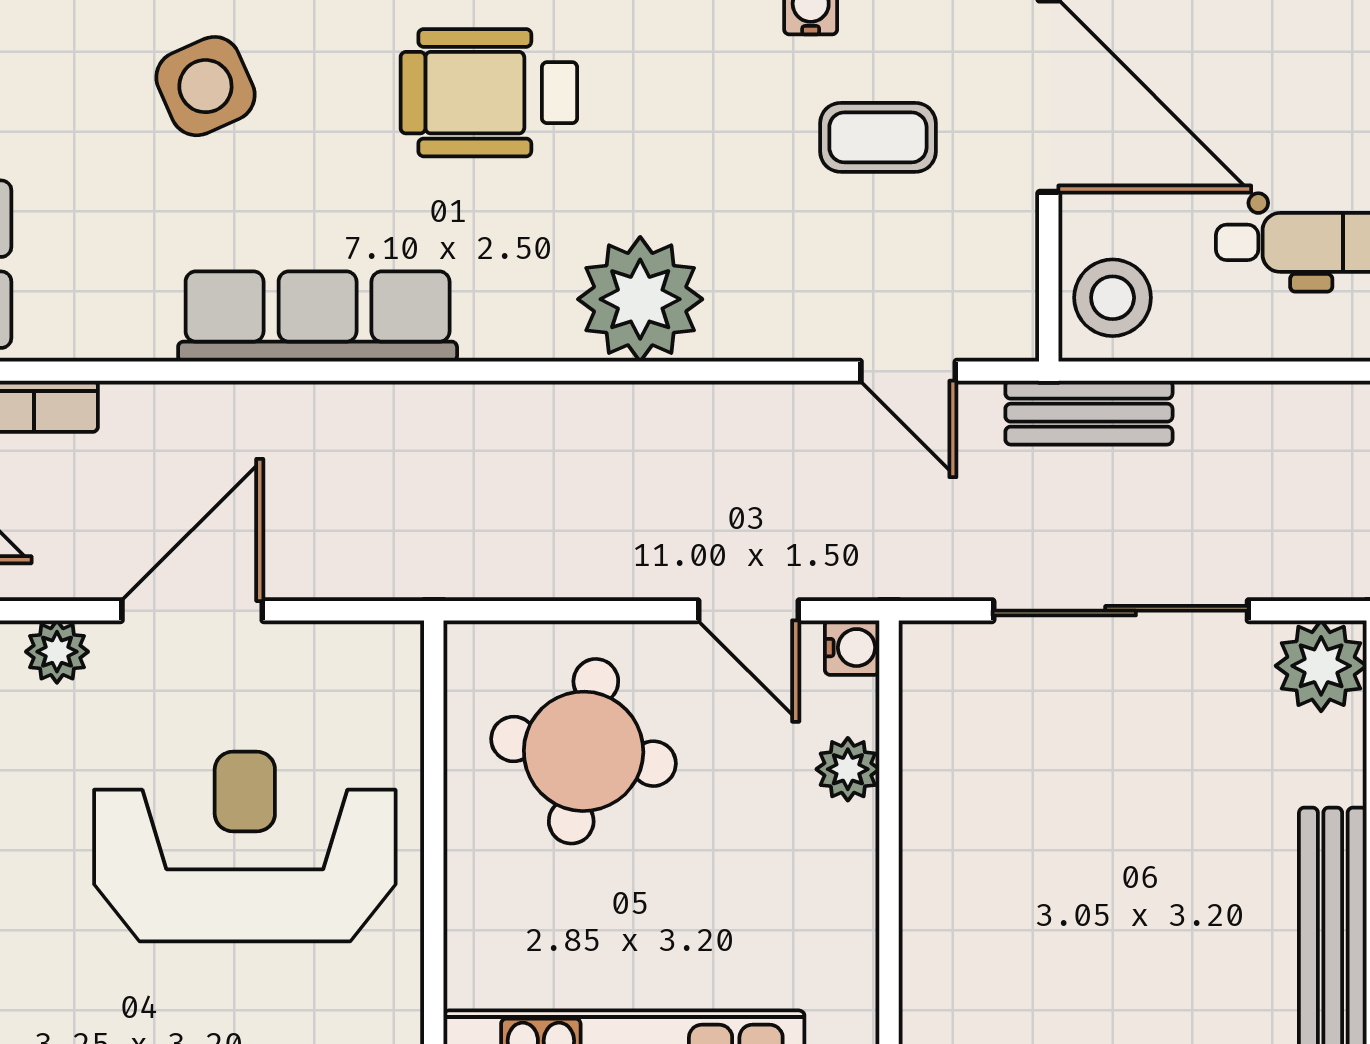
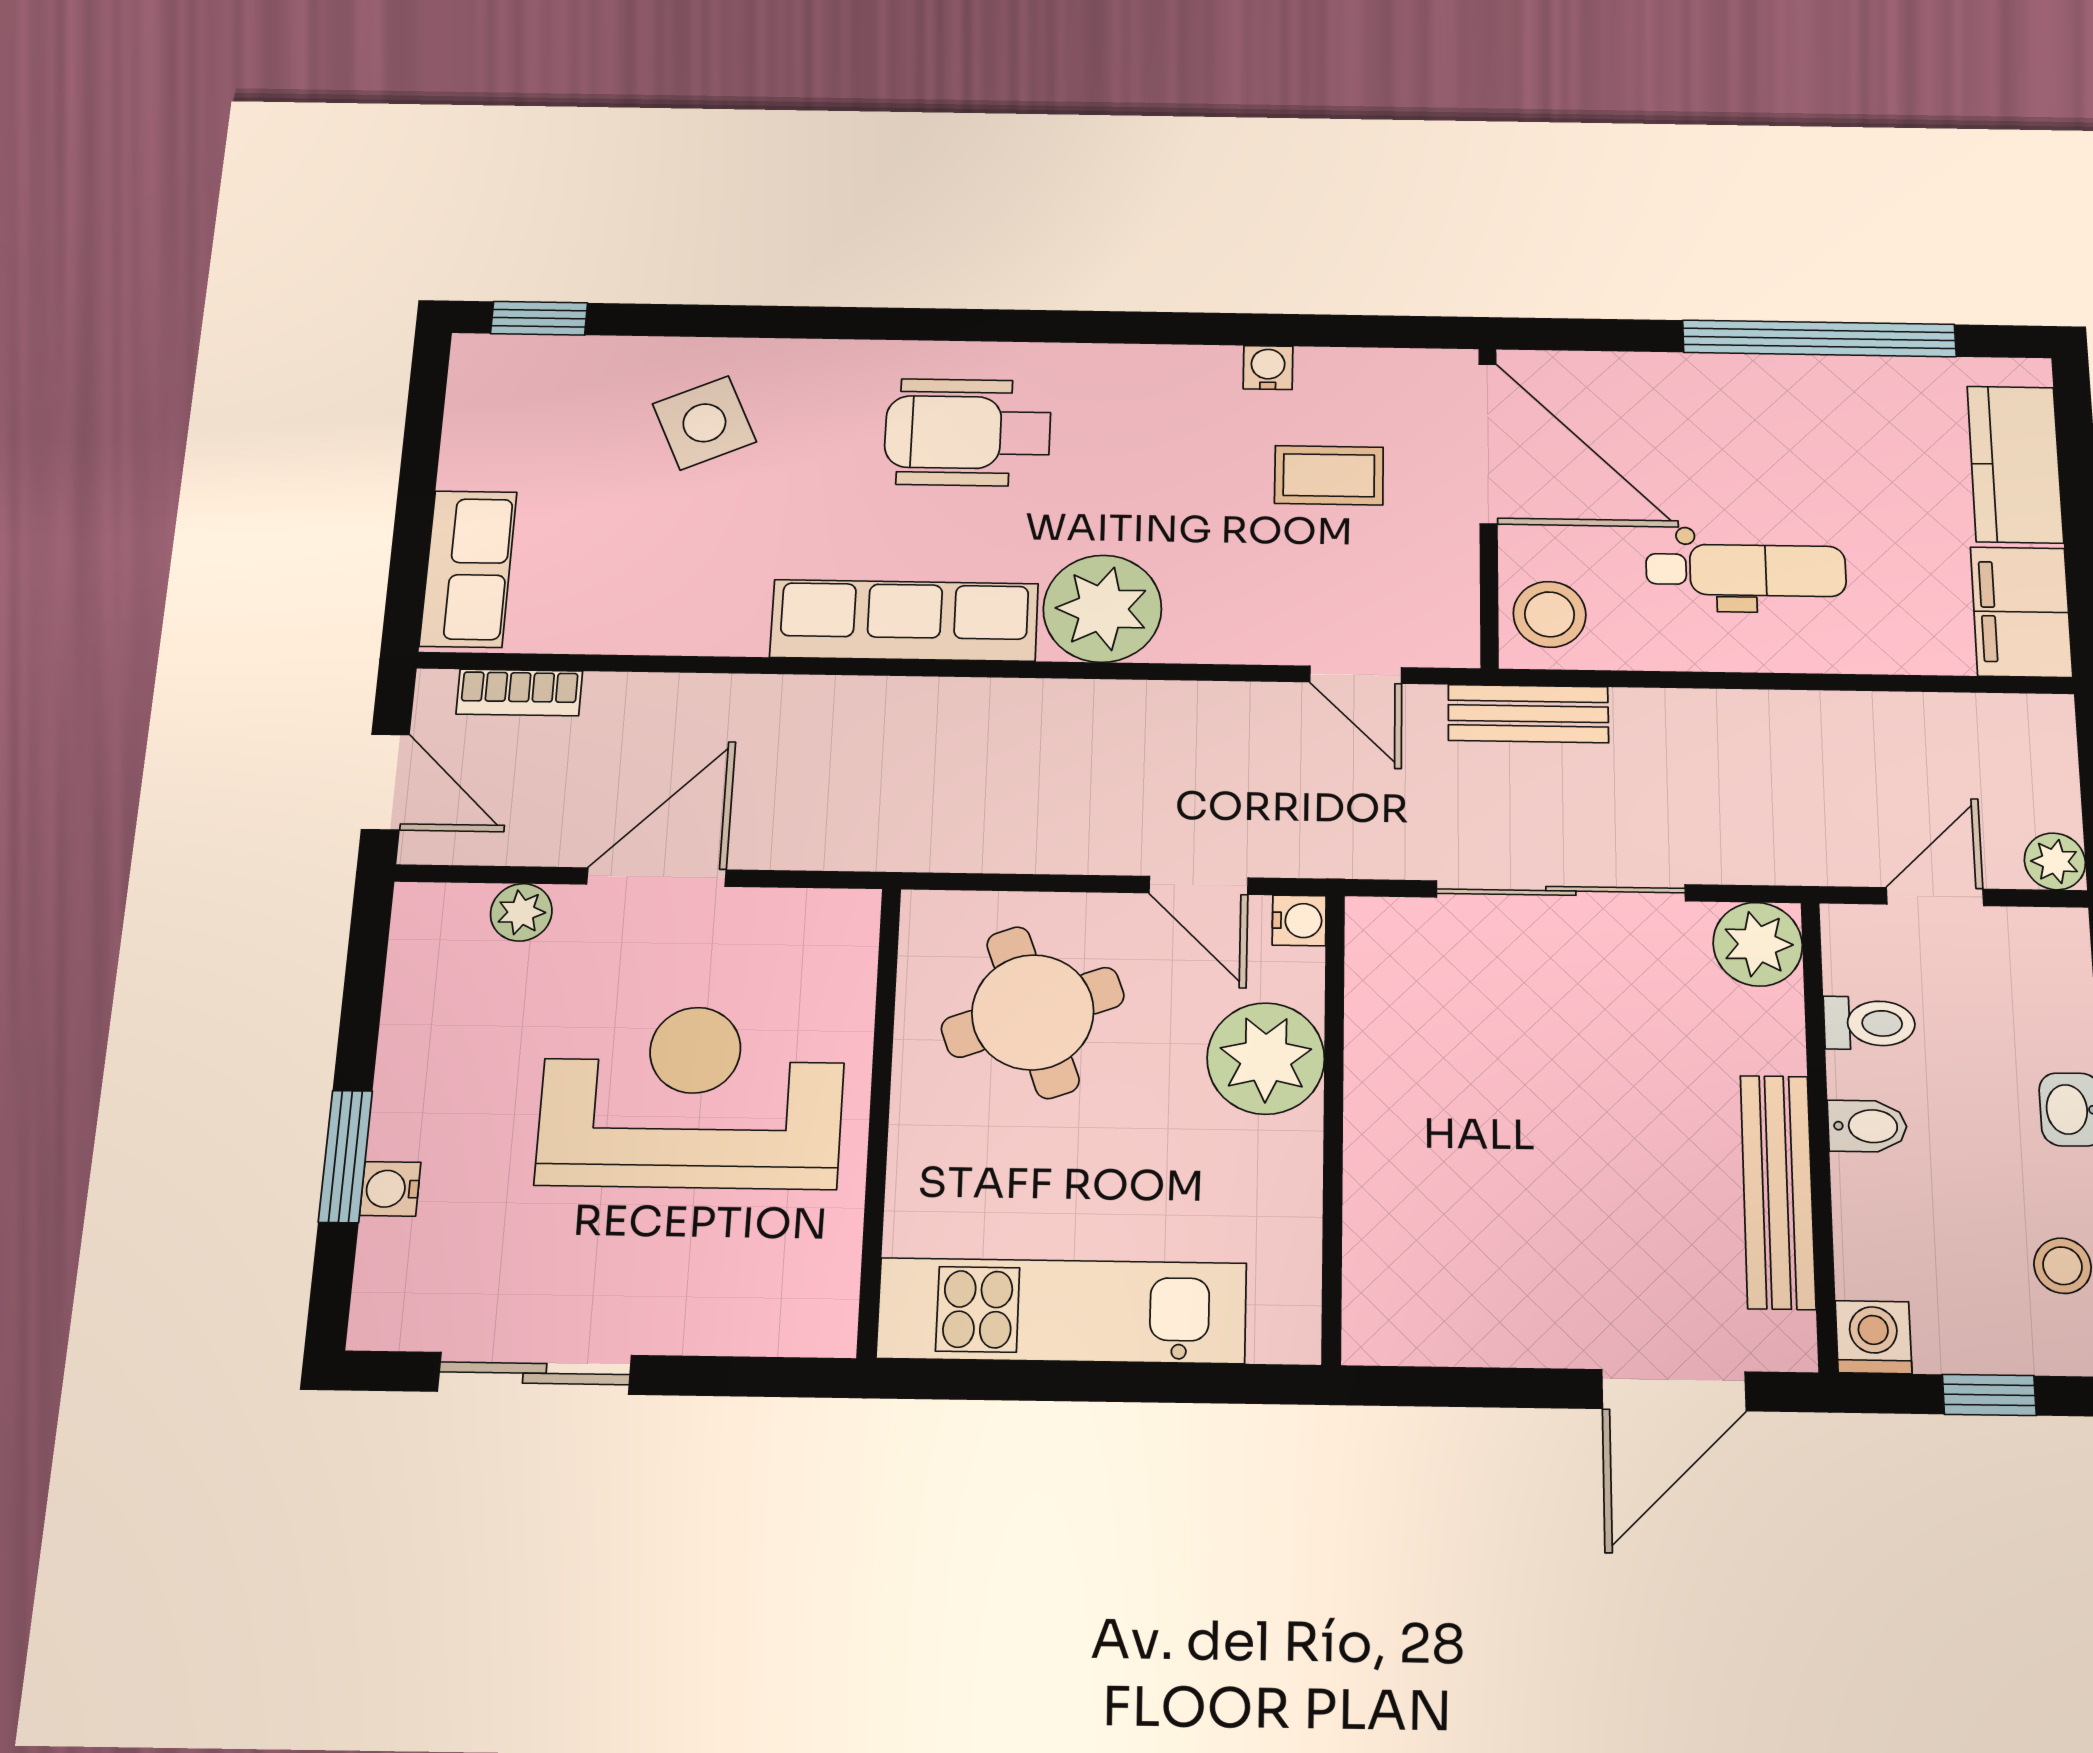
row of seats: (318, 316) -> (904, 620), moved
round table: (584, 751) -> (1033, 1012), turned -30
plant: (848, 769) -> (1266, 1058), width x1.88, depth x1.88

